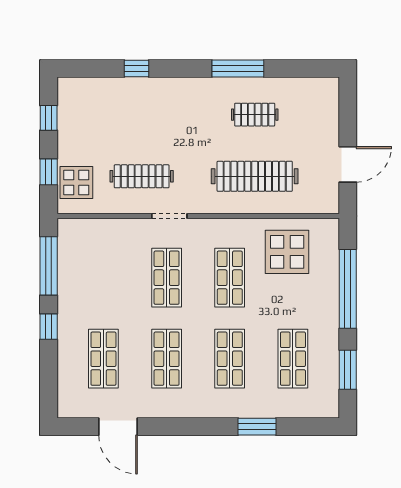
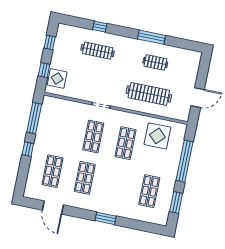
clothes rail: (142, 176) -> (98, 51), moved
shop shelf: (230, 359) -> (117, 184), removed
window: (257, 427) -> (106, 218), moved

